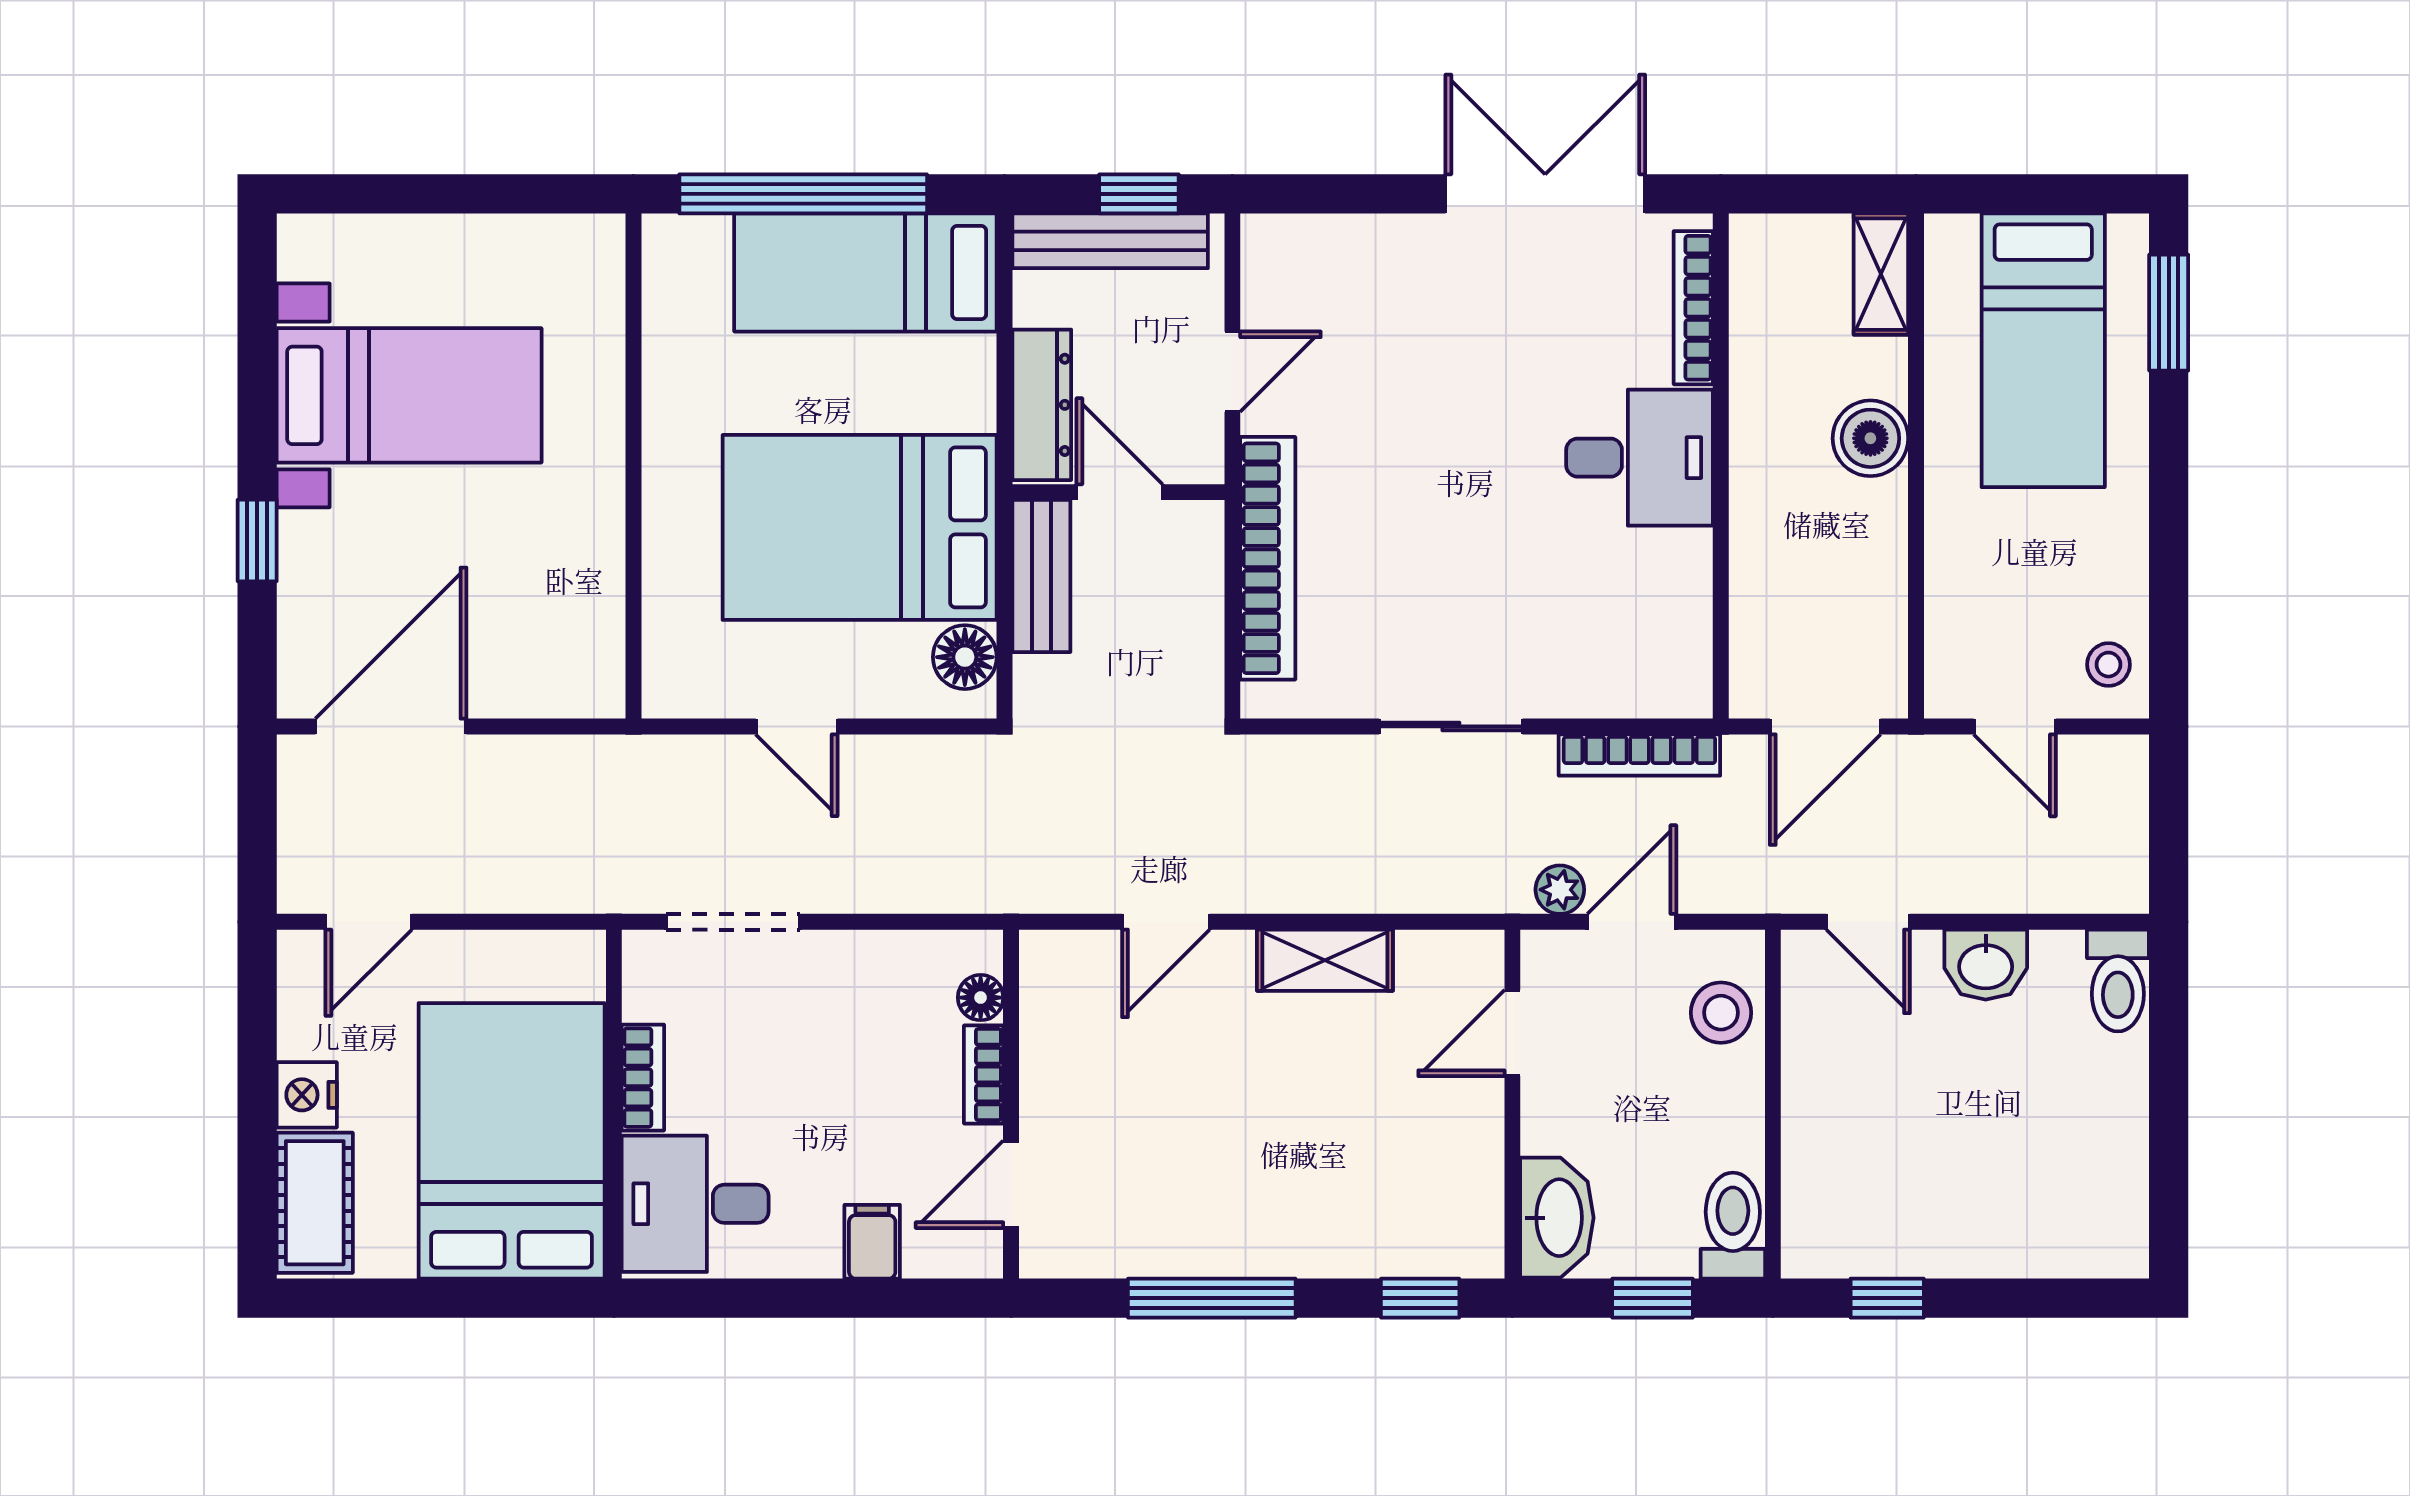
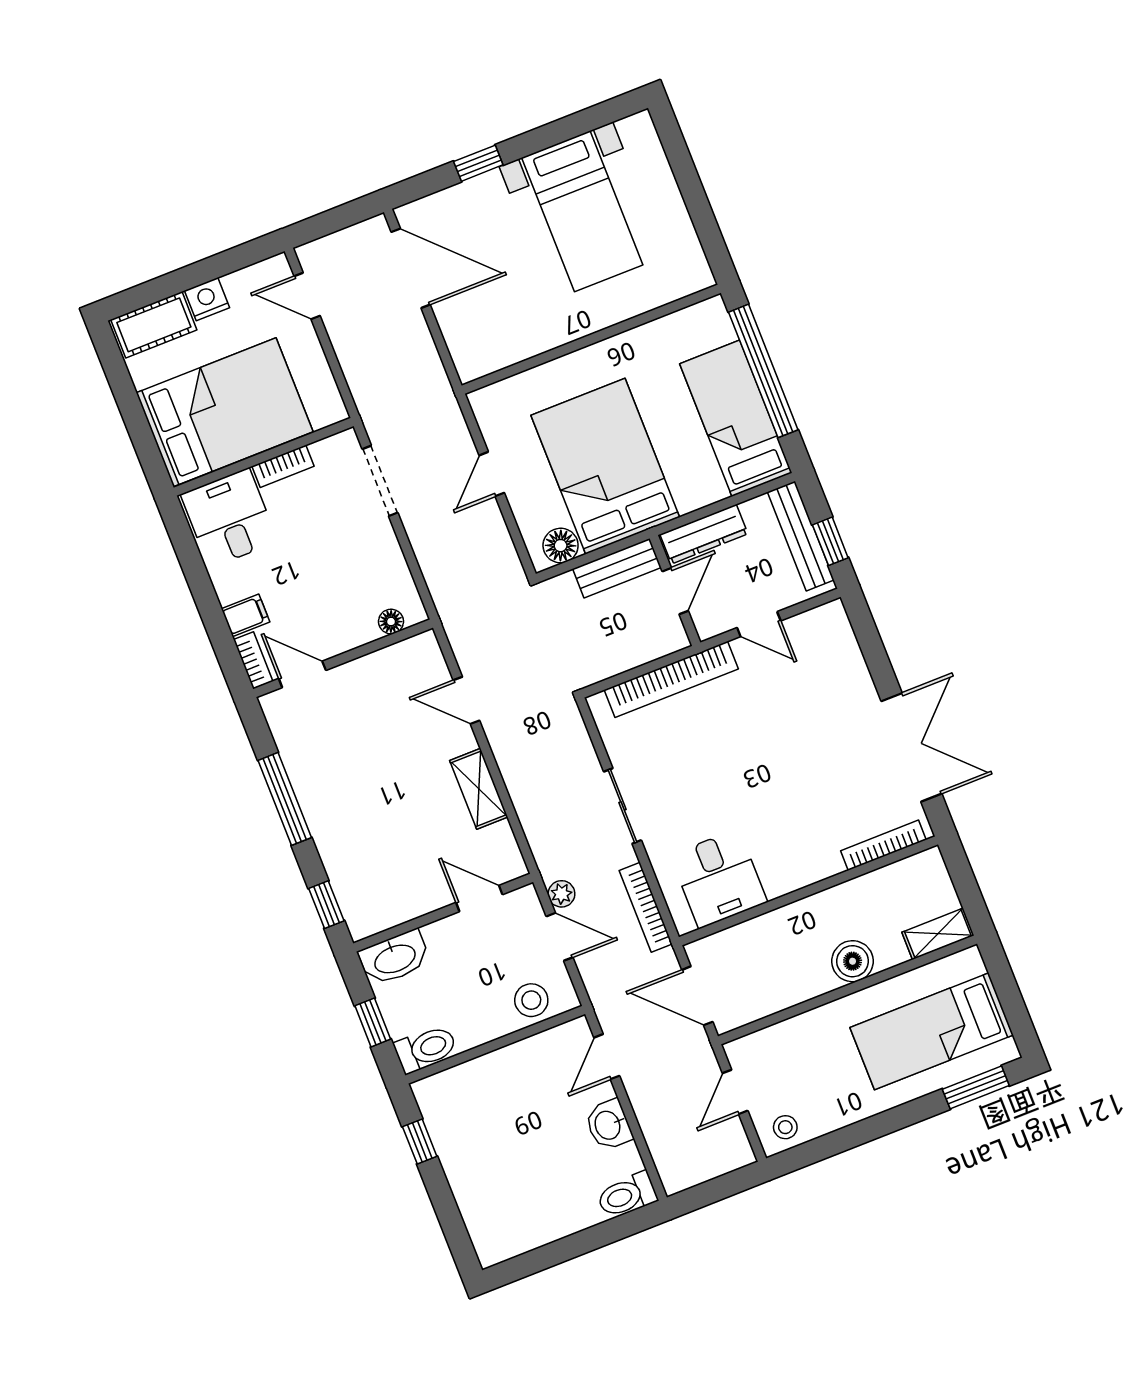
desk: (1640, 458) -> (719, 879), moved
bookcase: (984, 1075) -> (253, 660), moved, turned 90

